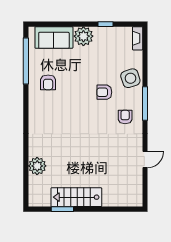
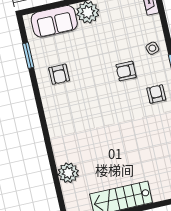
window: (26, 61) -> (28, 55), width x0.47
side table: (130, 78) -> (152, 48), width x0.54, depth x0.54

